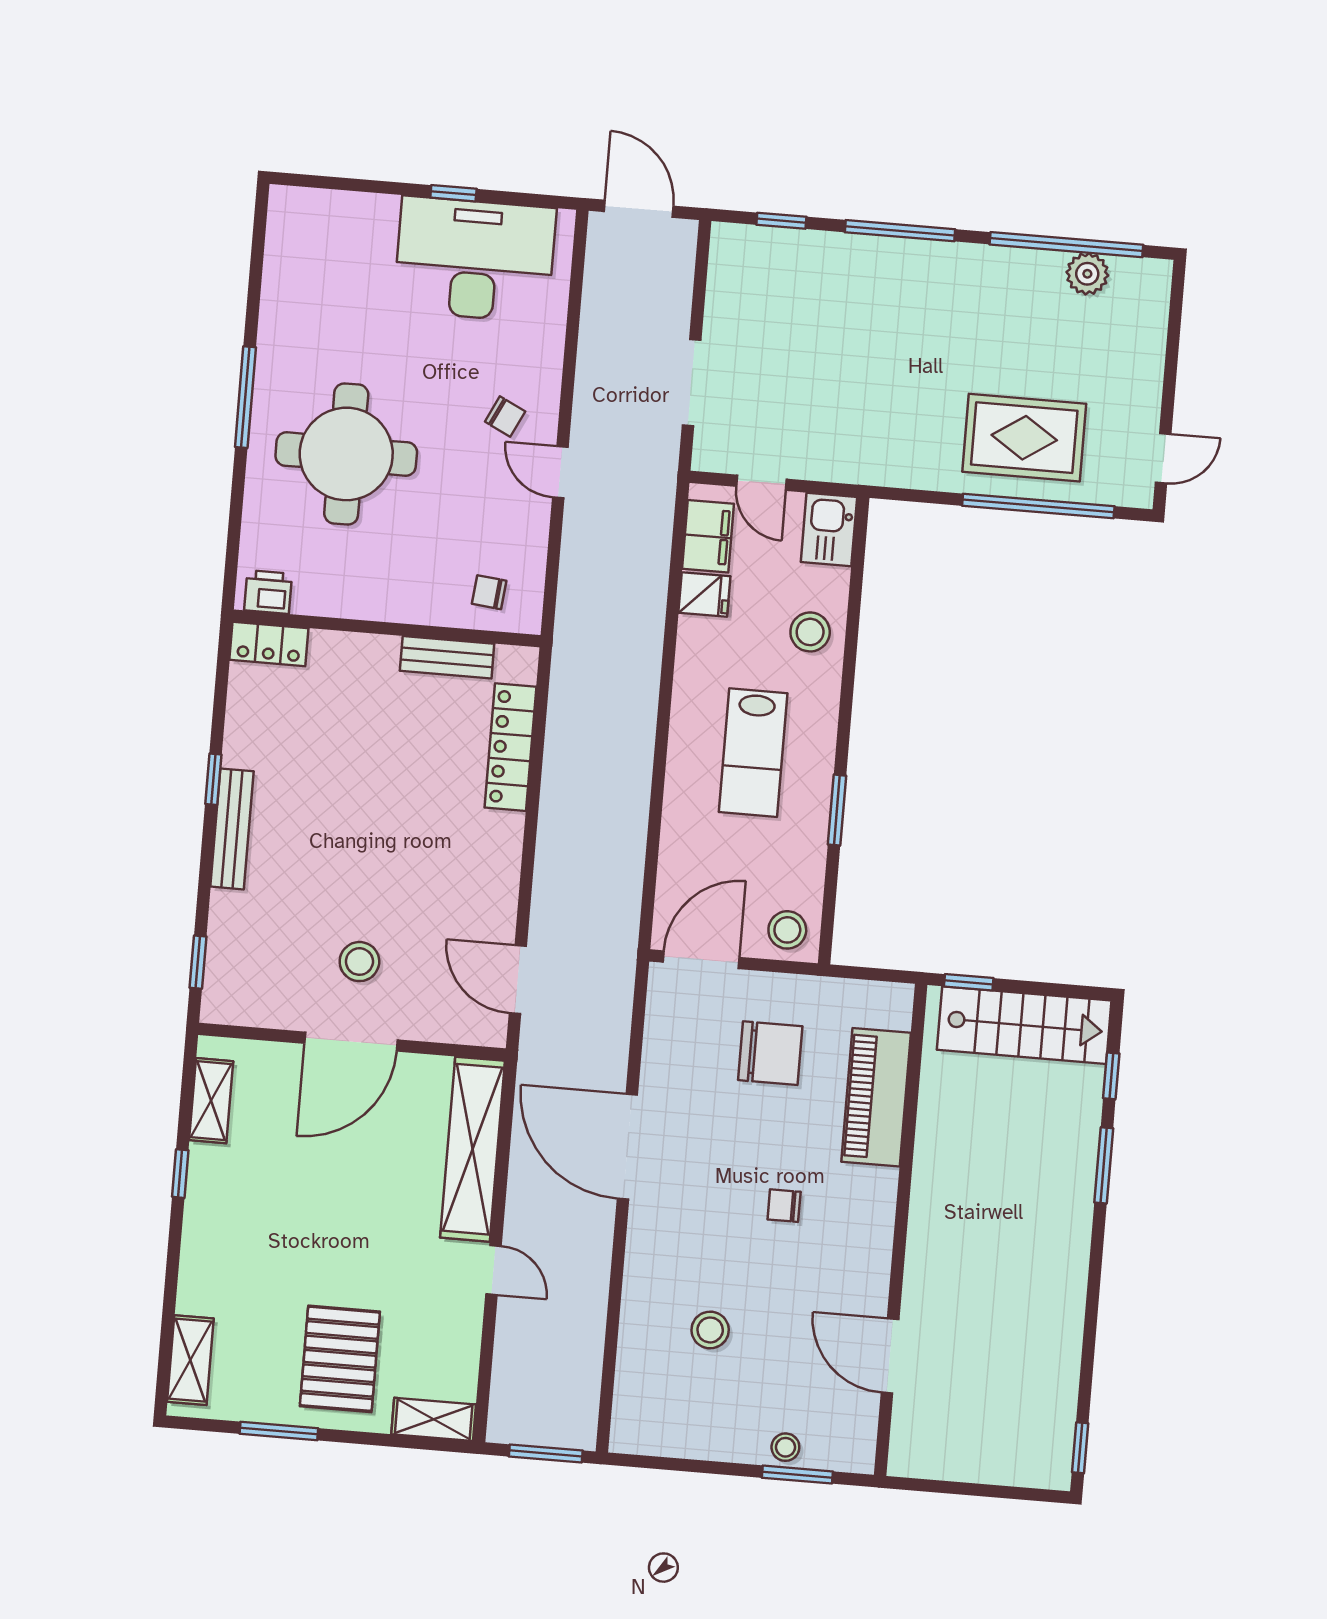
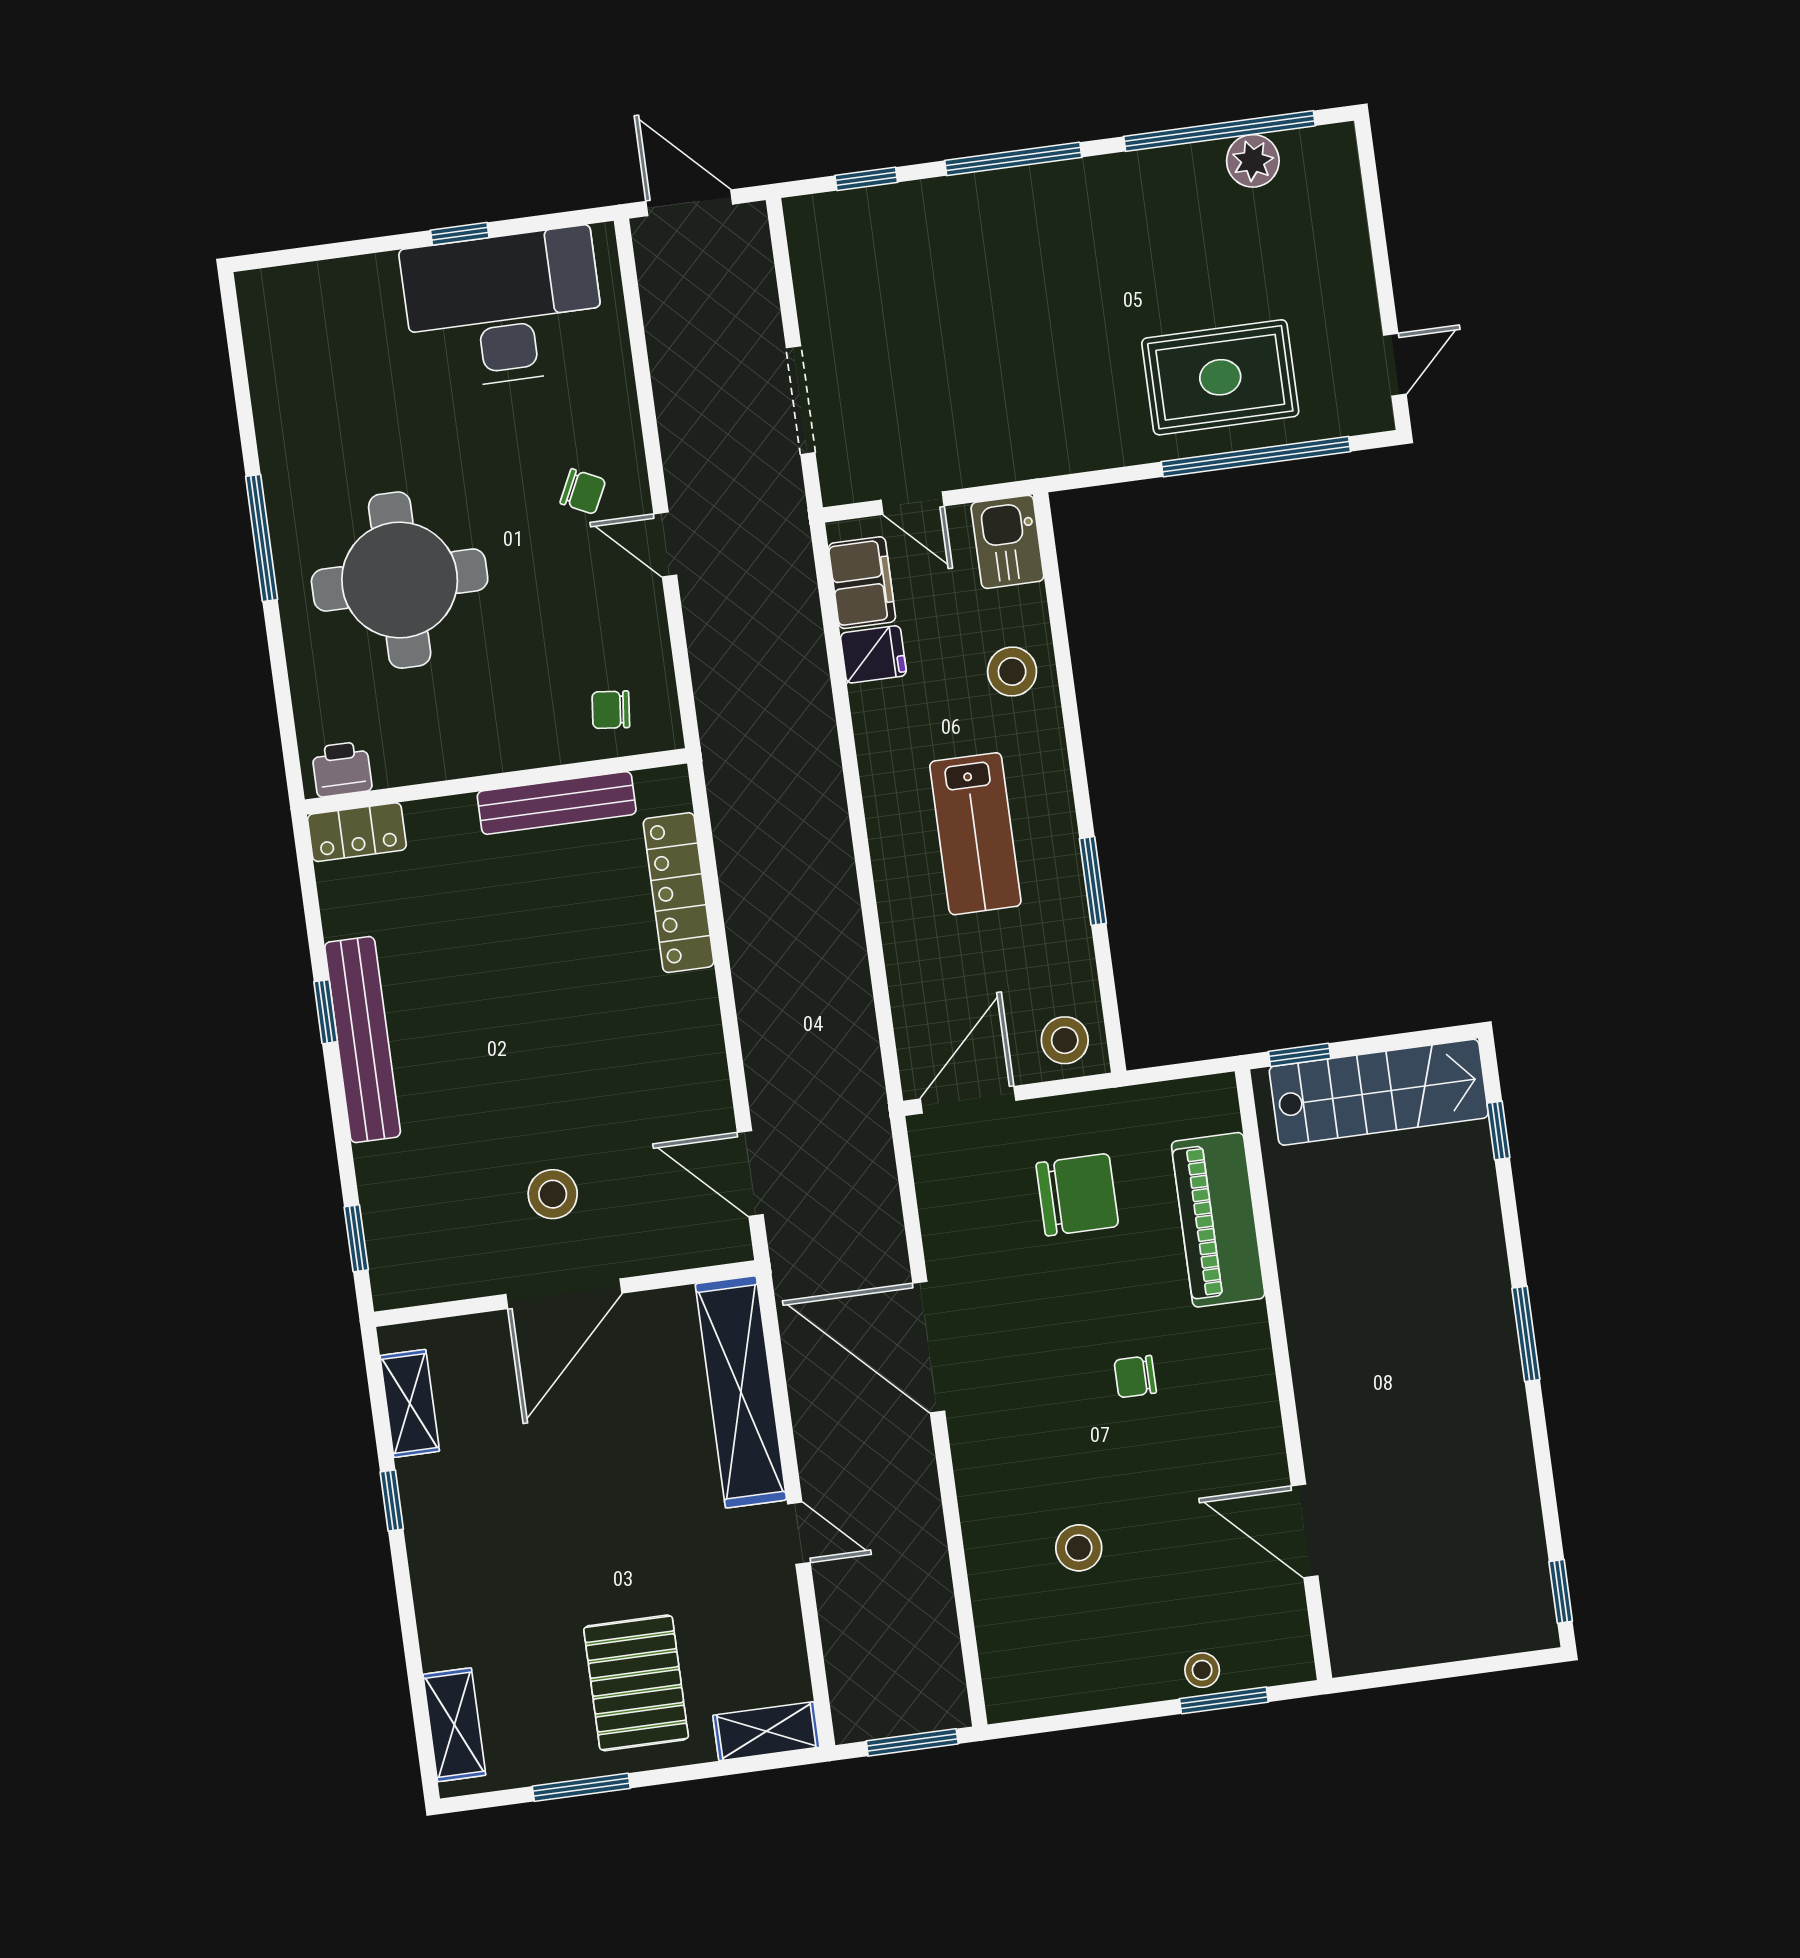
bench: (447, 657) -> (557, 803), width x1.36
bench: (232, 829) -> (363, 1040), width x1.37, depth x1.21
window: (1104, 1165) -> (1526, 1334), moved

